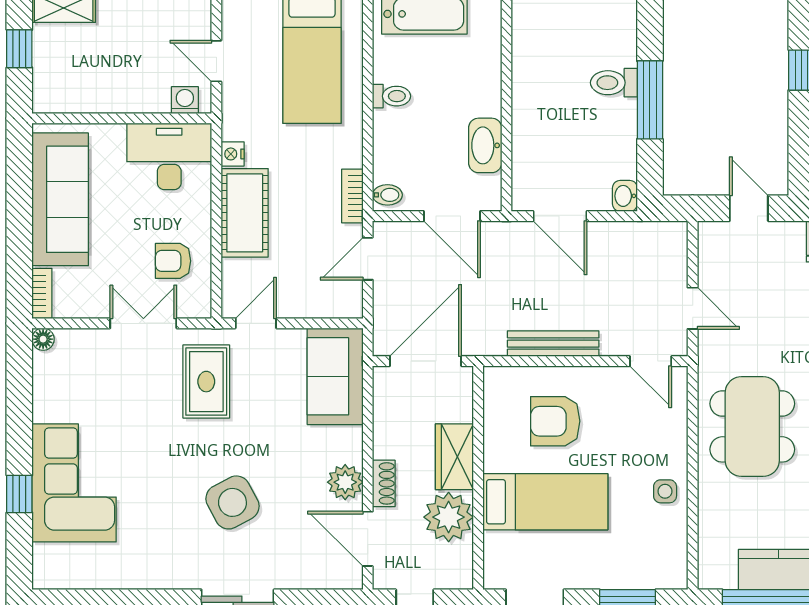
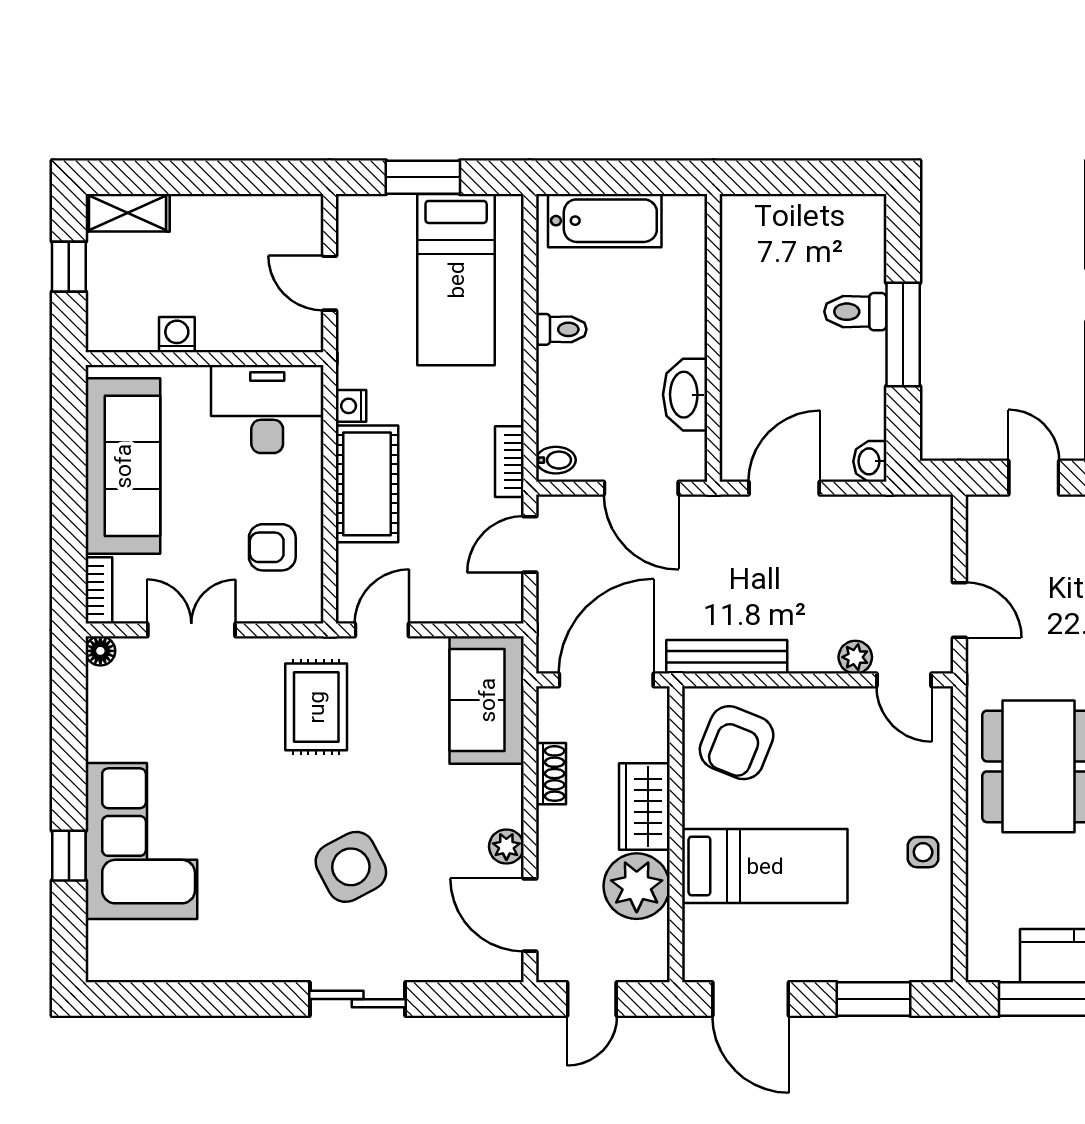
washing machine: (185, 100) -> (177, 335), moved
door: (560, 216) -> (784, 488), swing flipped
double door: (143, 323) -> (191, 630), moved
bench: (553, 344) -> (727, 657), moved
plant: (614, 344) -> (855, 657), added
armchair: (555, 421) -> (737, 743), moved, turned -68
plant: (345, 482) -> (506, 846), width x0.73, depth x0.73
shoe rack: (384, 483) -> (551, 774), moved

